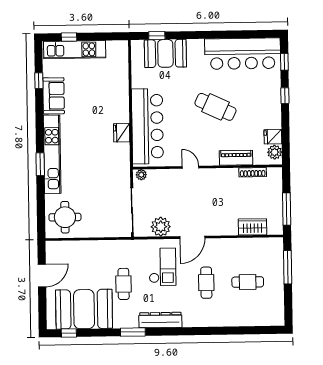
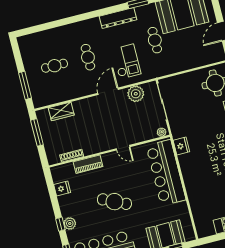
fridge: (122, 133) -> (181, 146), moved
plant: (275, 152) -> (70, 223), moved
checkout: (162, 267) -> (127, 61), turned 180

